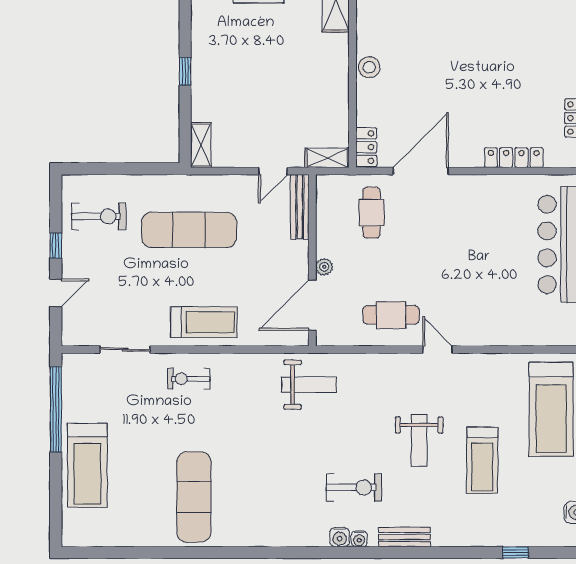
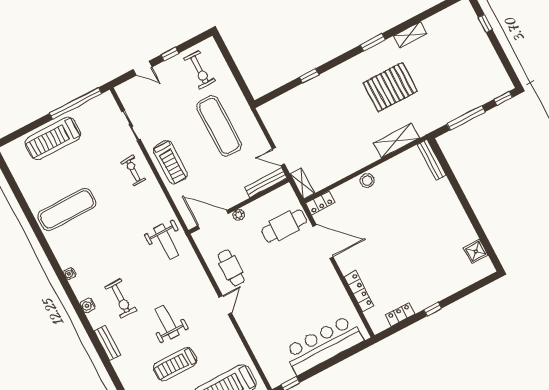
shelving: (201, 145) -> (271, 107), removed
cafe table: (372, 213) -> (284, 226), width x1.37, depth x1.35
weight bench: (419, 441) -> (167, 322), turned 90
water cooler: (359, 539) -> (70, 274), moved

